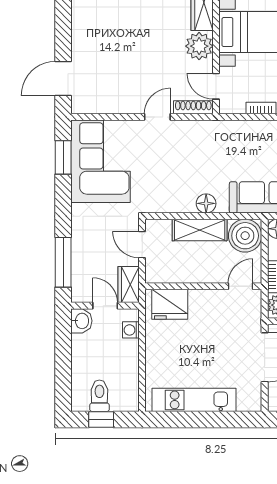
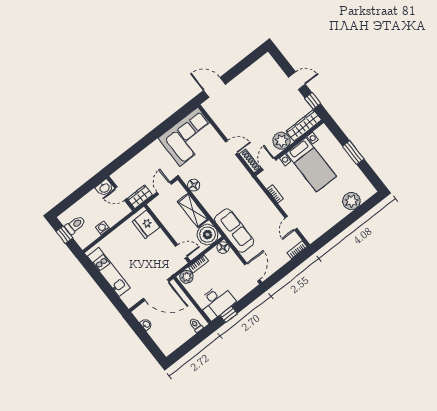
window: (63, 157) -> (176, 117), removed
floor lamp: (206, 203) -> (194, 185), moved
window: (63, 262) -> (126, 157), removed
door: (105, 306) -> (121, 194), swing flipped
washing machine: (131, 330) -> (102, 228), moved

